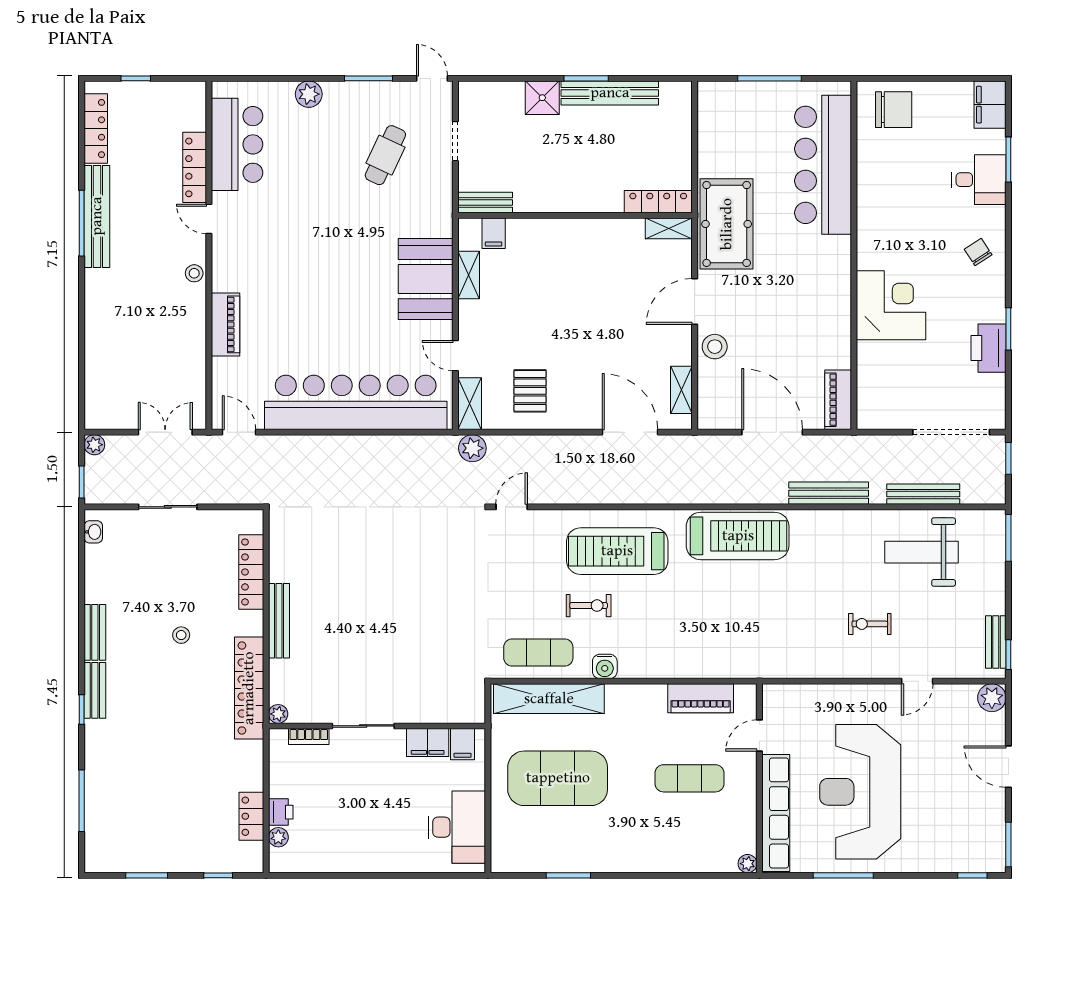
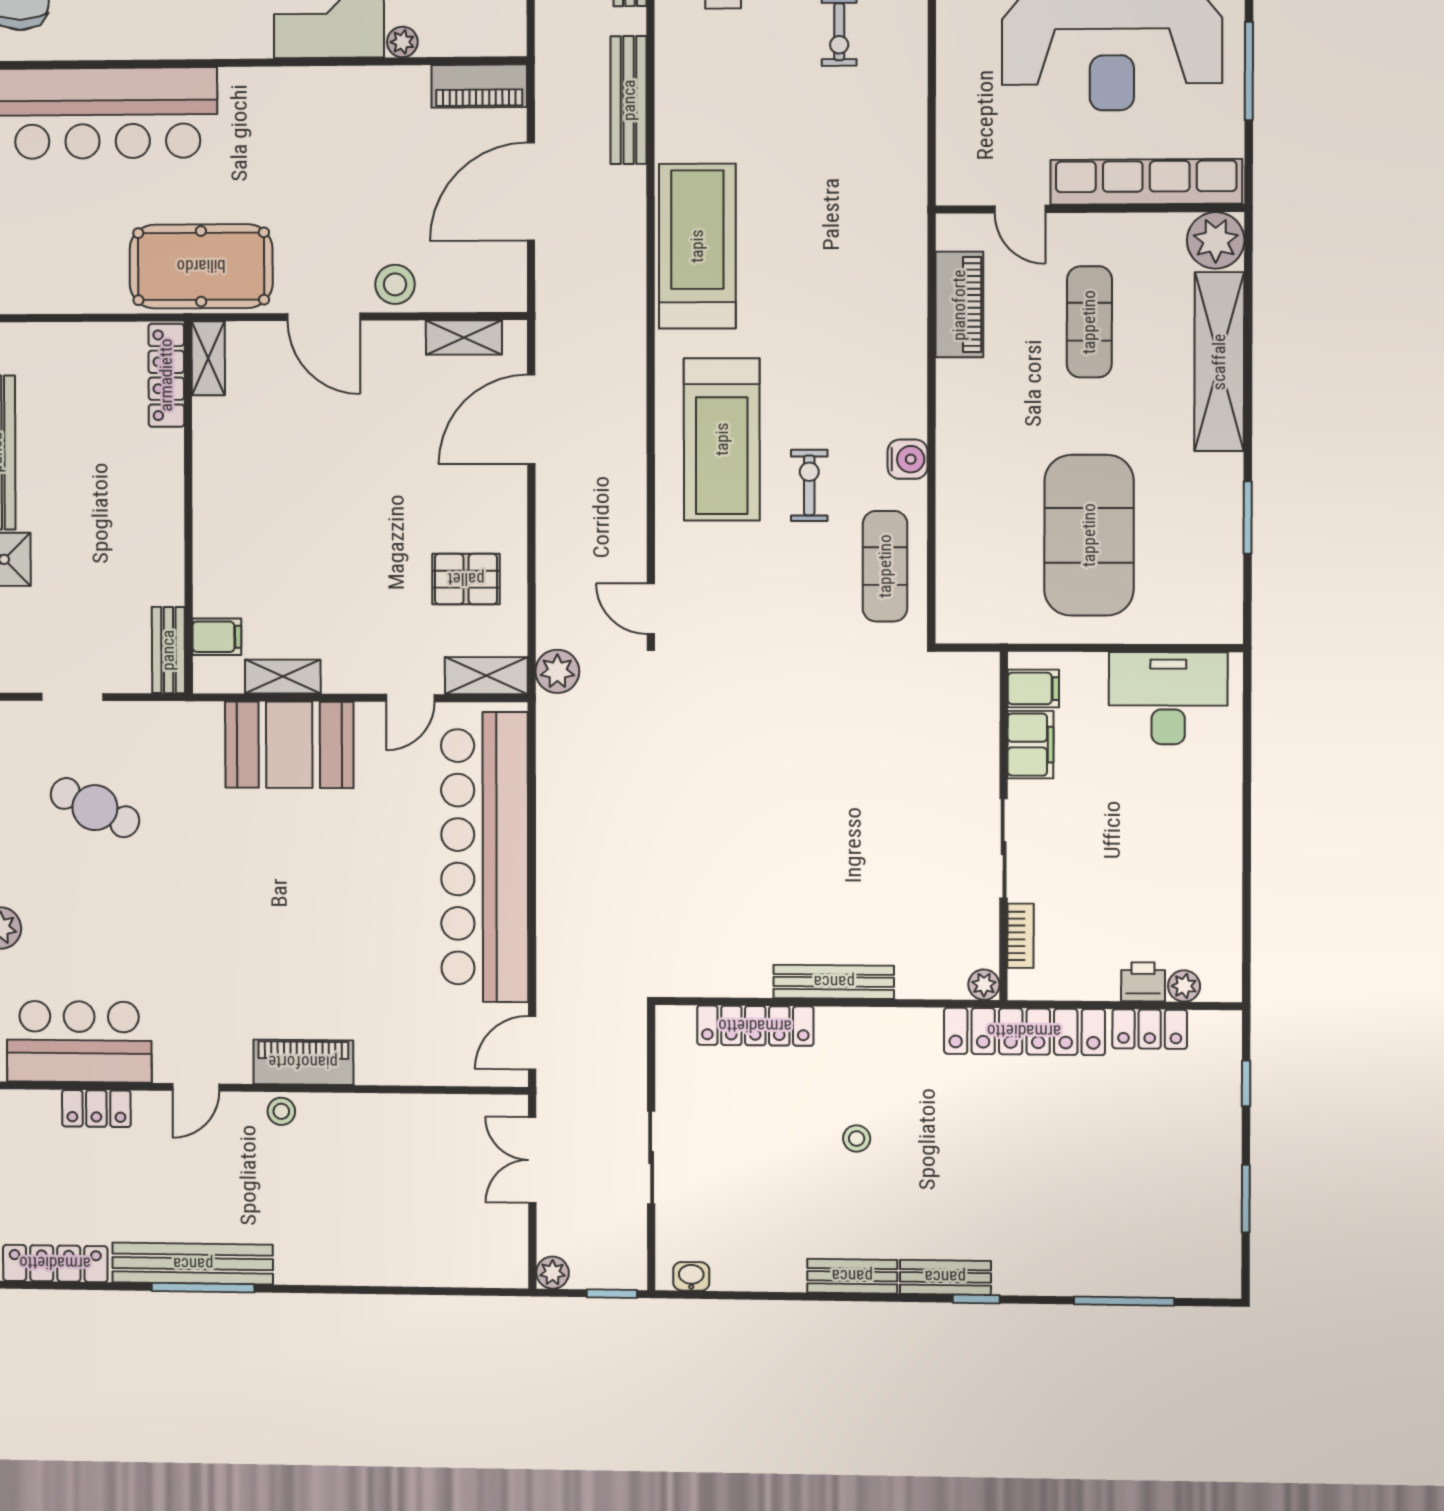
locker: (195, 167) -> (96, 1109), width x0.66
piano: (225, 324) -> (303, 1062), moved
plant: (866, 352) -> (402, 42), added
locker: (249, 688) -> (1024, 1031), moved
shelving: (549, 699) -> (1219, 362), moved
plant: (747, 864) -> (1216, 240), width x1.88, depth x1.88

